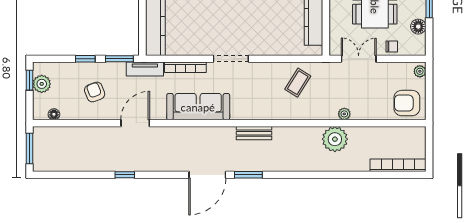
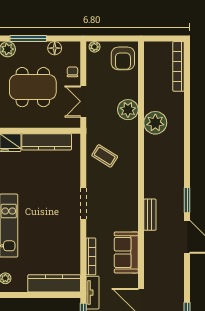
doorway: (231, 59) -> (83, 203), moved
sofa: (198, 107) -> (126, 252), width x0.73
plant: (344, 114) -> (128, 110), width x1.88, depth x1.88
bench: (254, 133) -> (150, 215), moved

